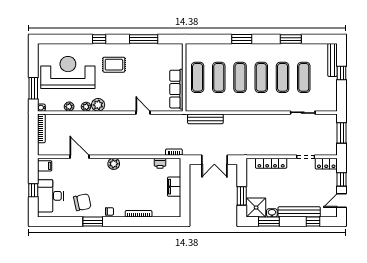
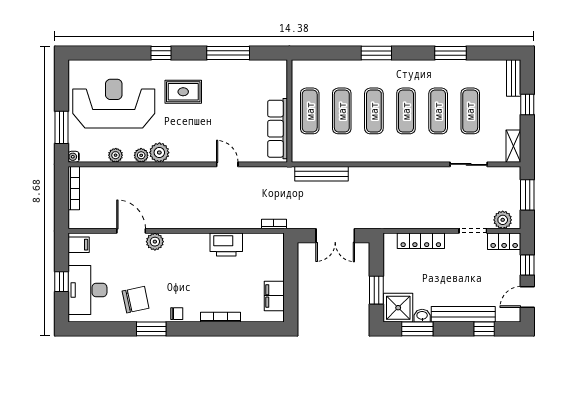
bench: (332, 60) -> (514, 78), width x0.73
shelving: (332, 101) -> (513, 146), added
plant: (325, 149) -> (503, 220), added
printer: (160, 163) -> (226, 245), moved, width x1.87, depth x1.48
plant: (114, 164) -> (155, 242), moved
filing cabinet: (174, 187) -> (274, 296), moved

